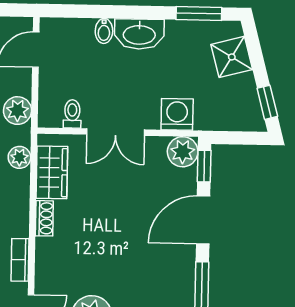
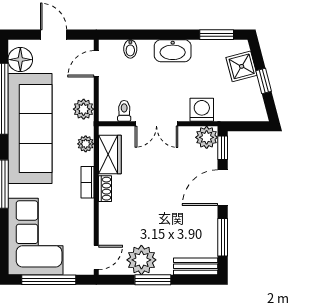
bidet: (104, 31) -> (130, 49), moved
window: (267, 102) -> (264, 81), moved
bookcase: (20, 260) -> (88, 182), moved

